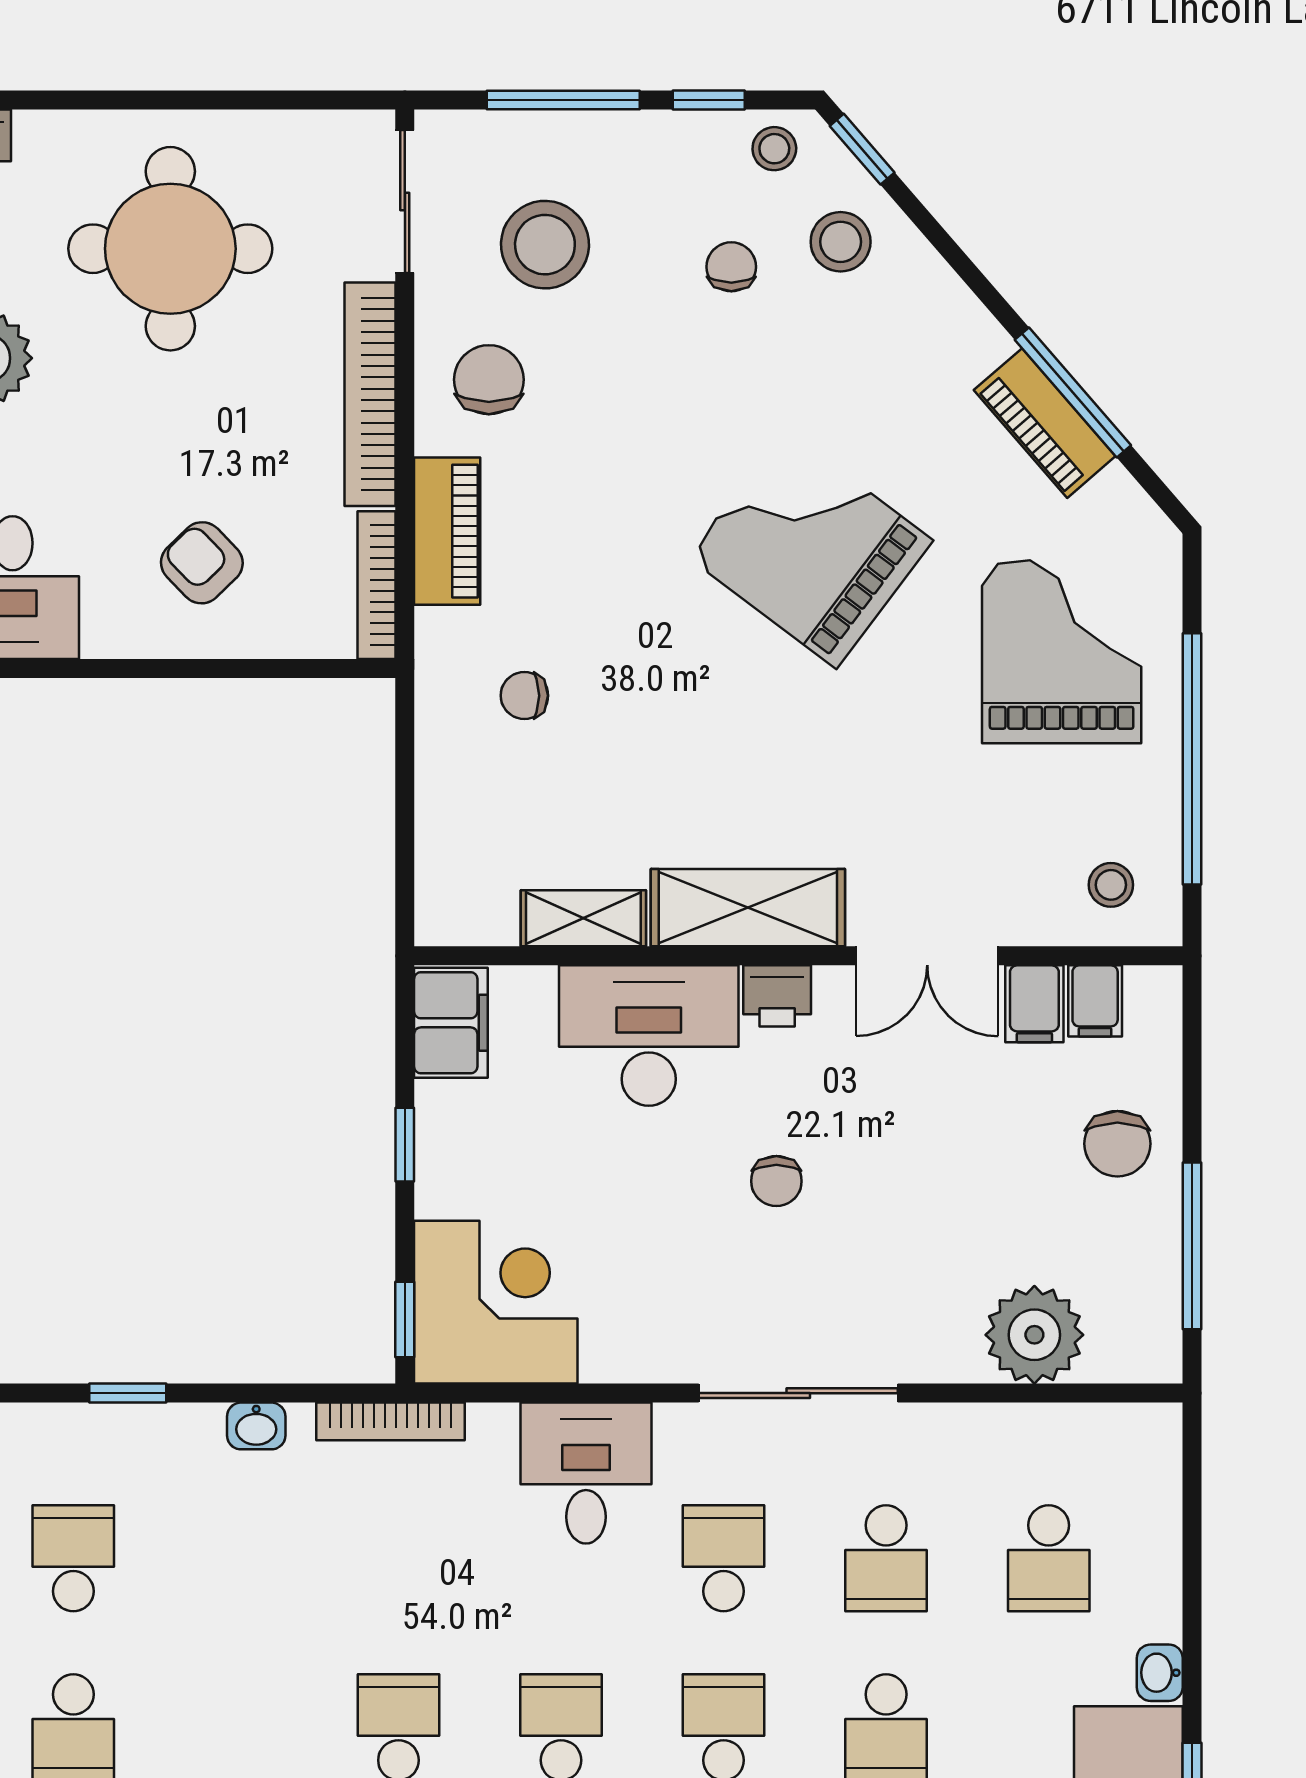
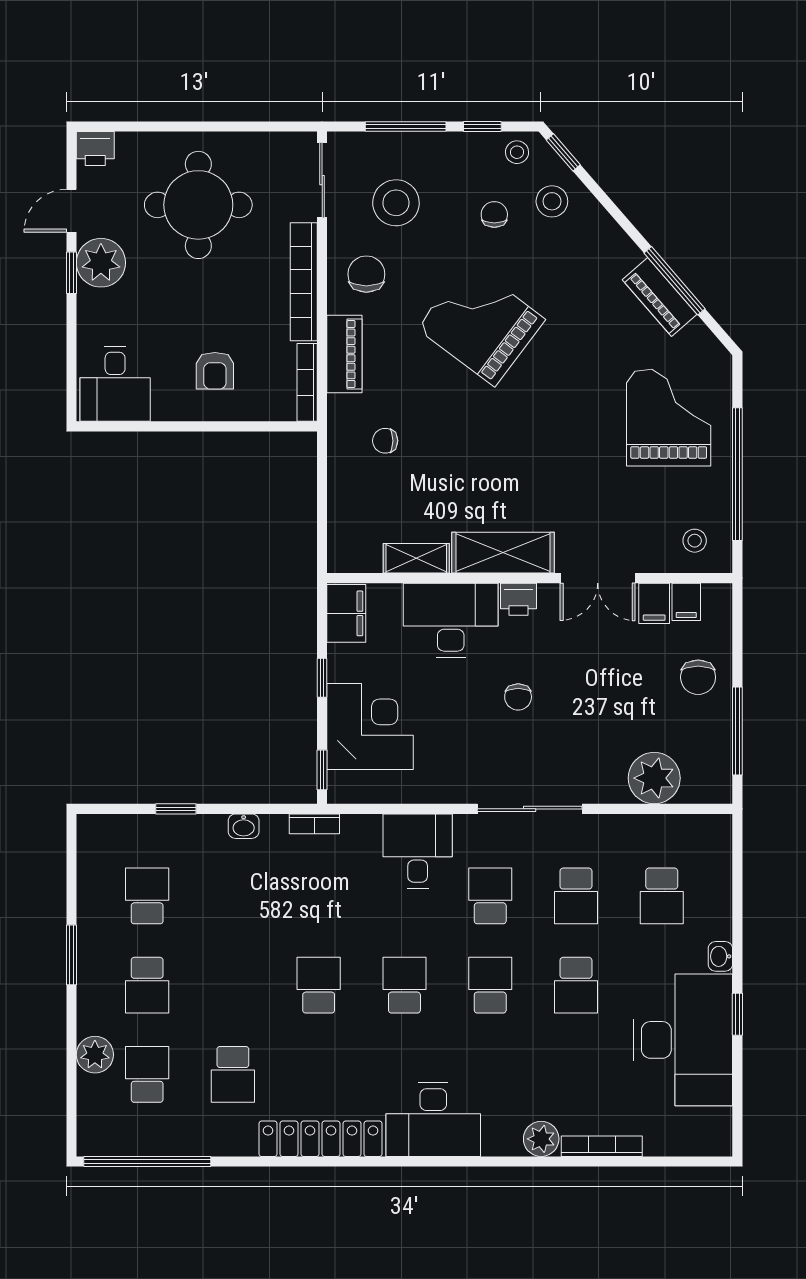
grand piano: (810, 549) -> (481, 324), moved
armchair: (202, 563) -> (215, 371), turned -136
corner desk: (496, 1302) -> (370, 726), moved
bookcase: (391, 1421) -> (314, 824), width x0.64

